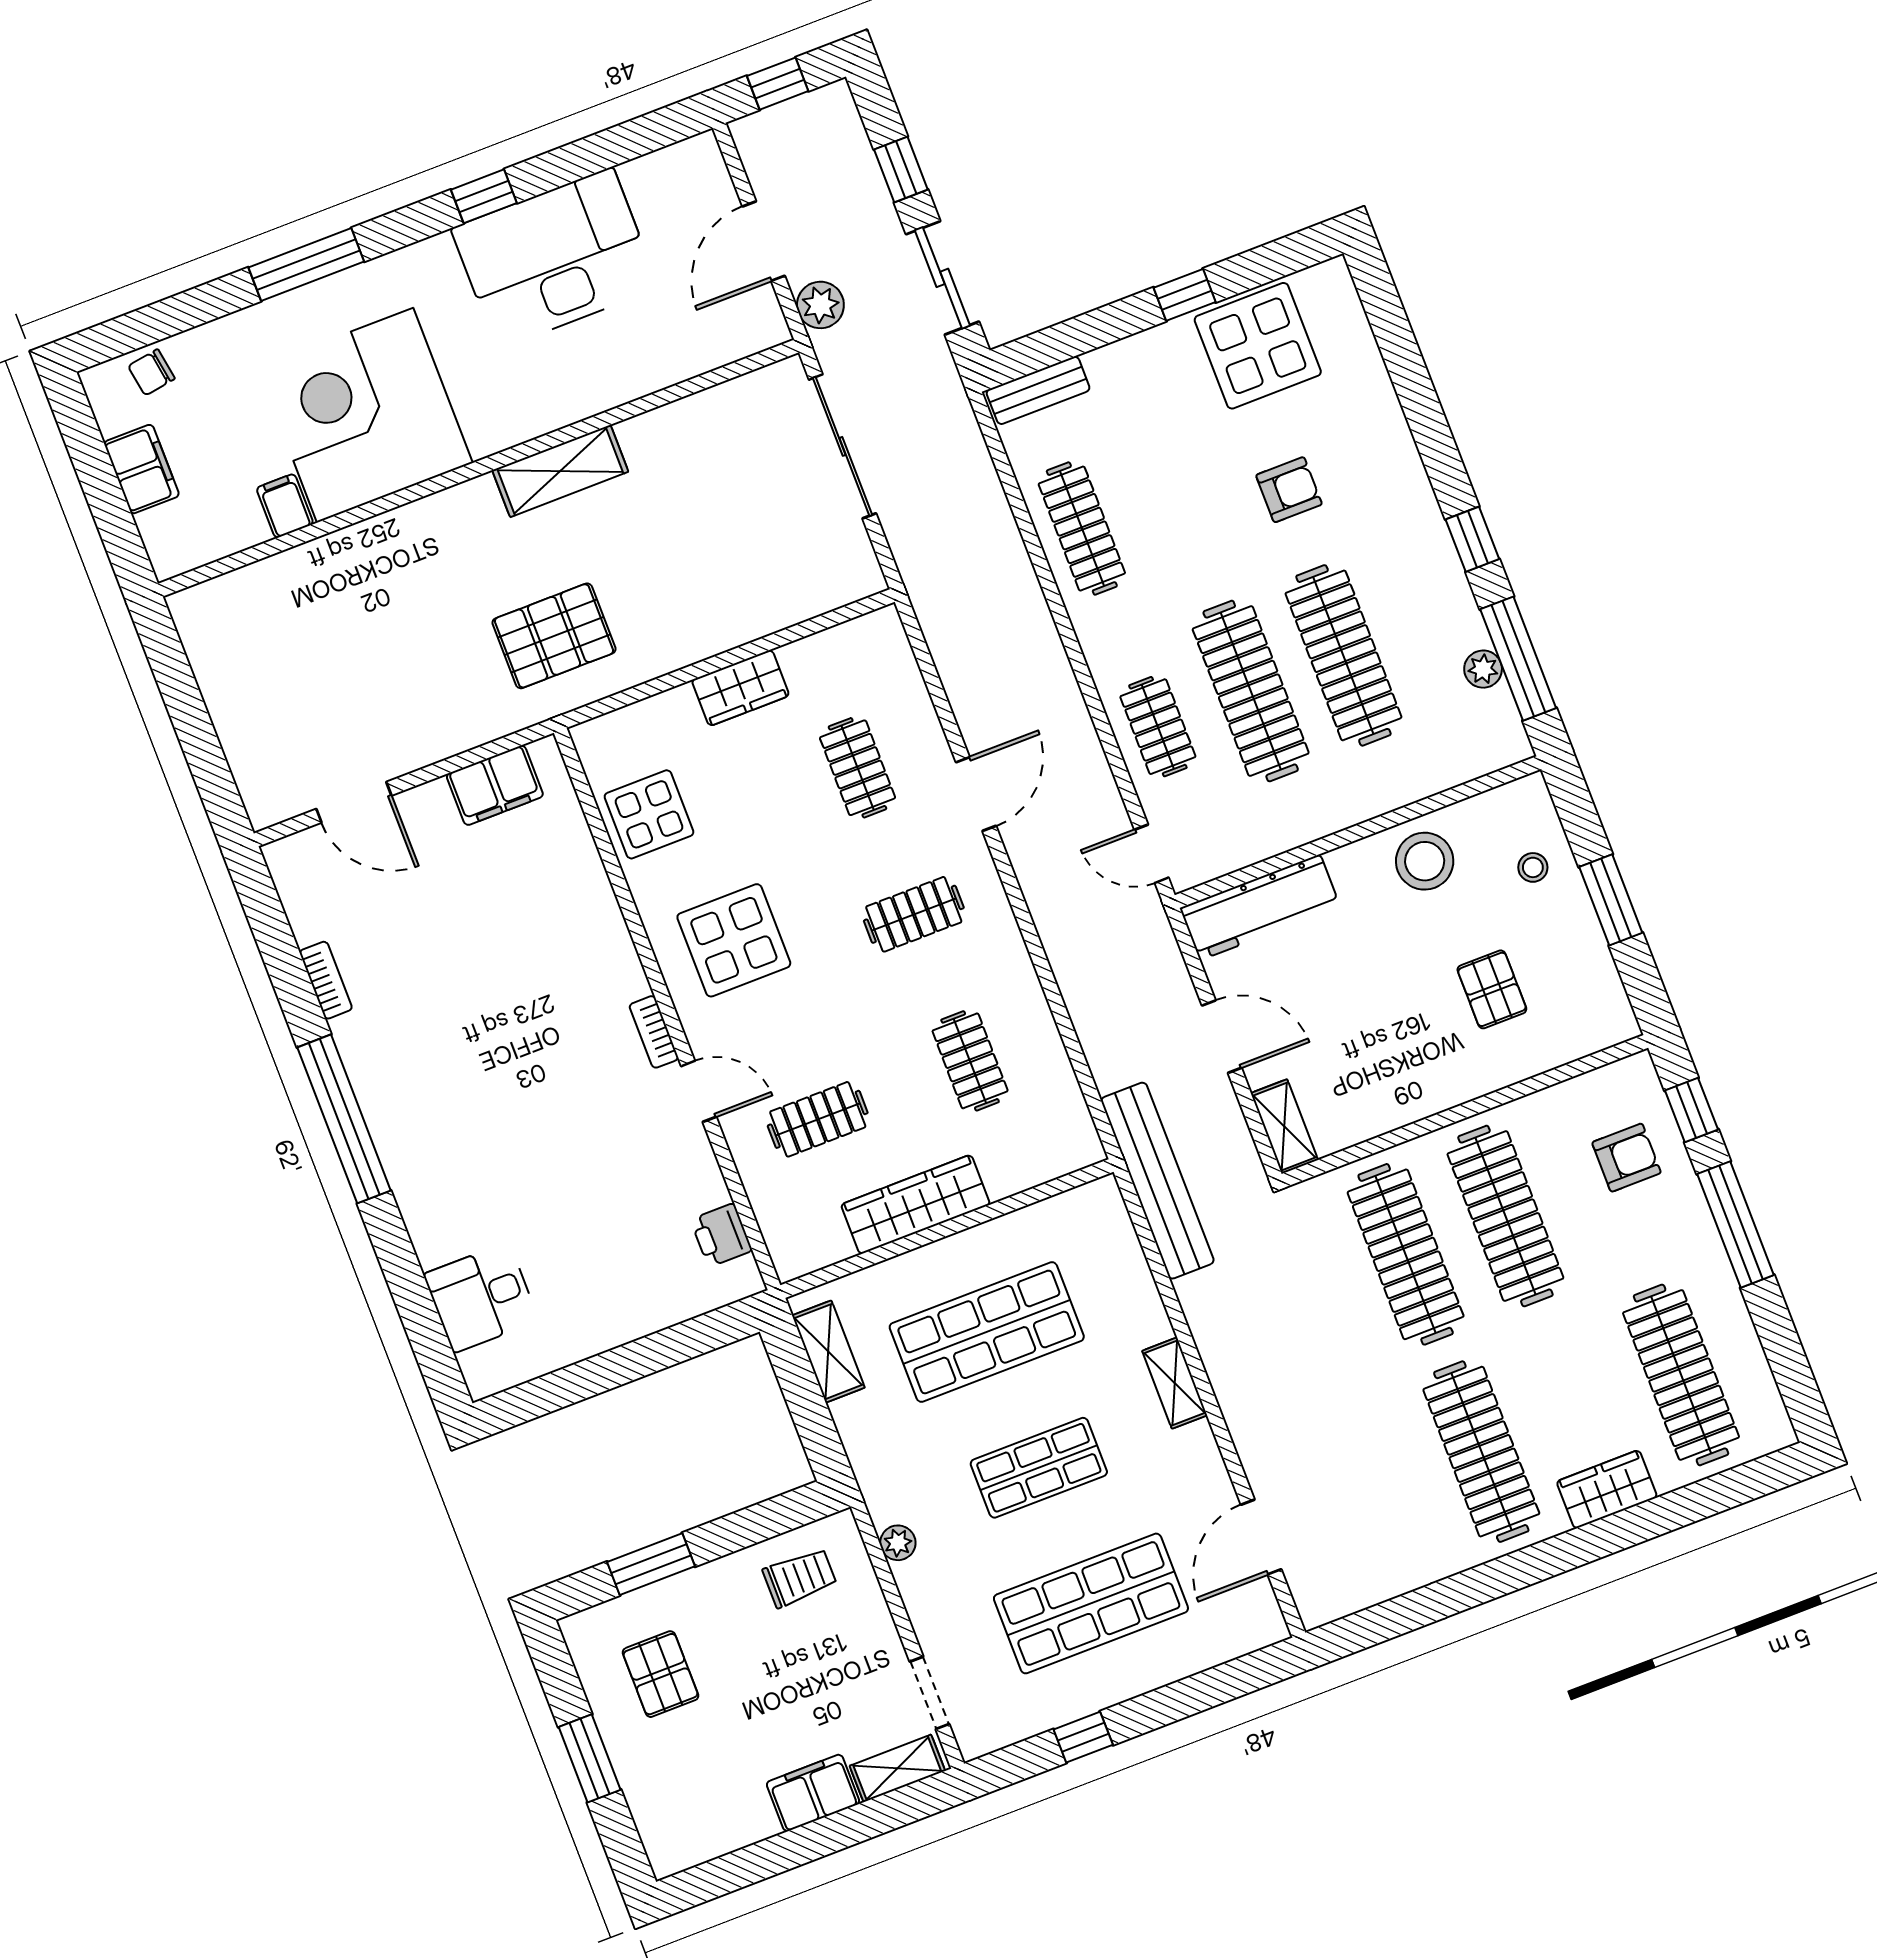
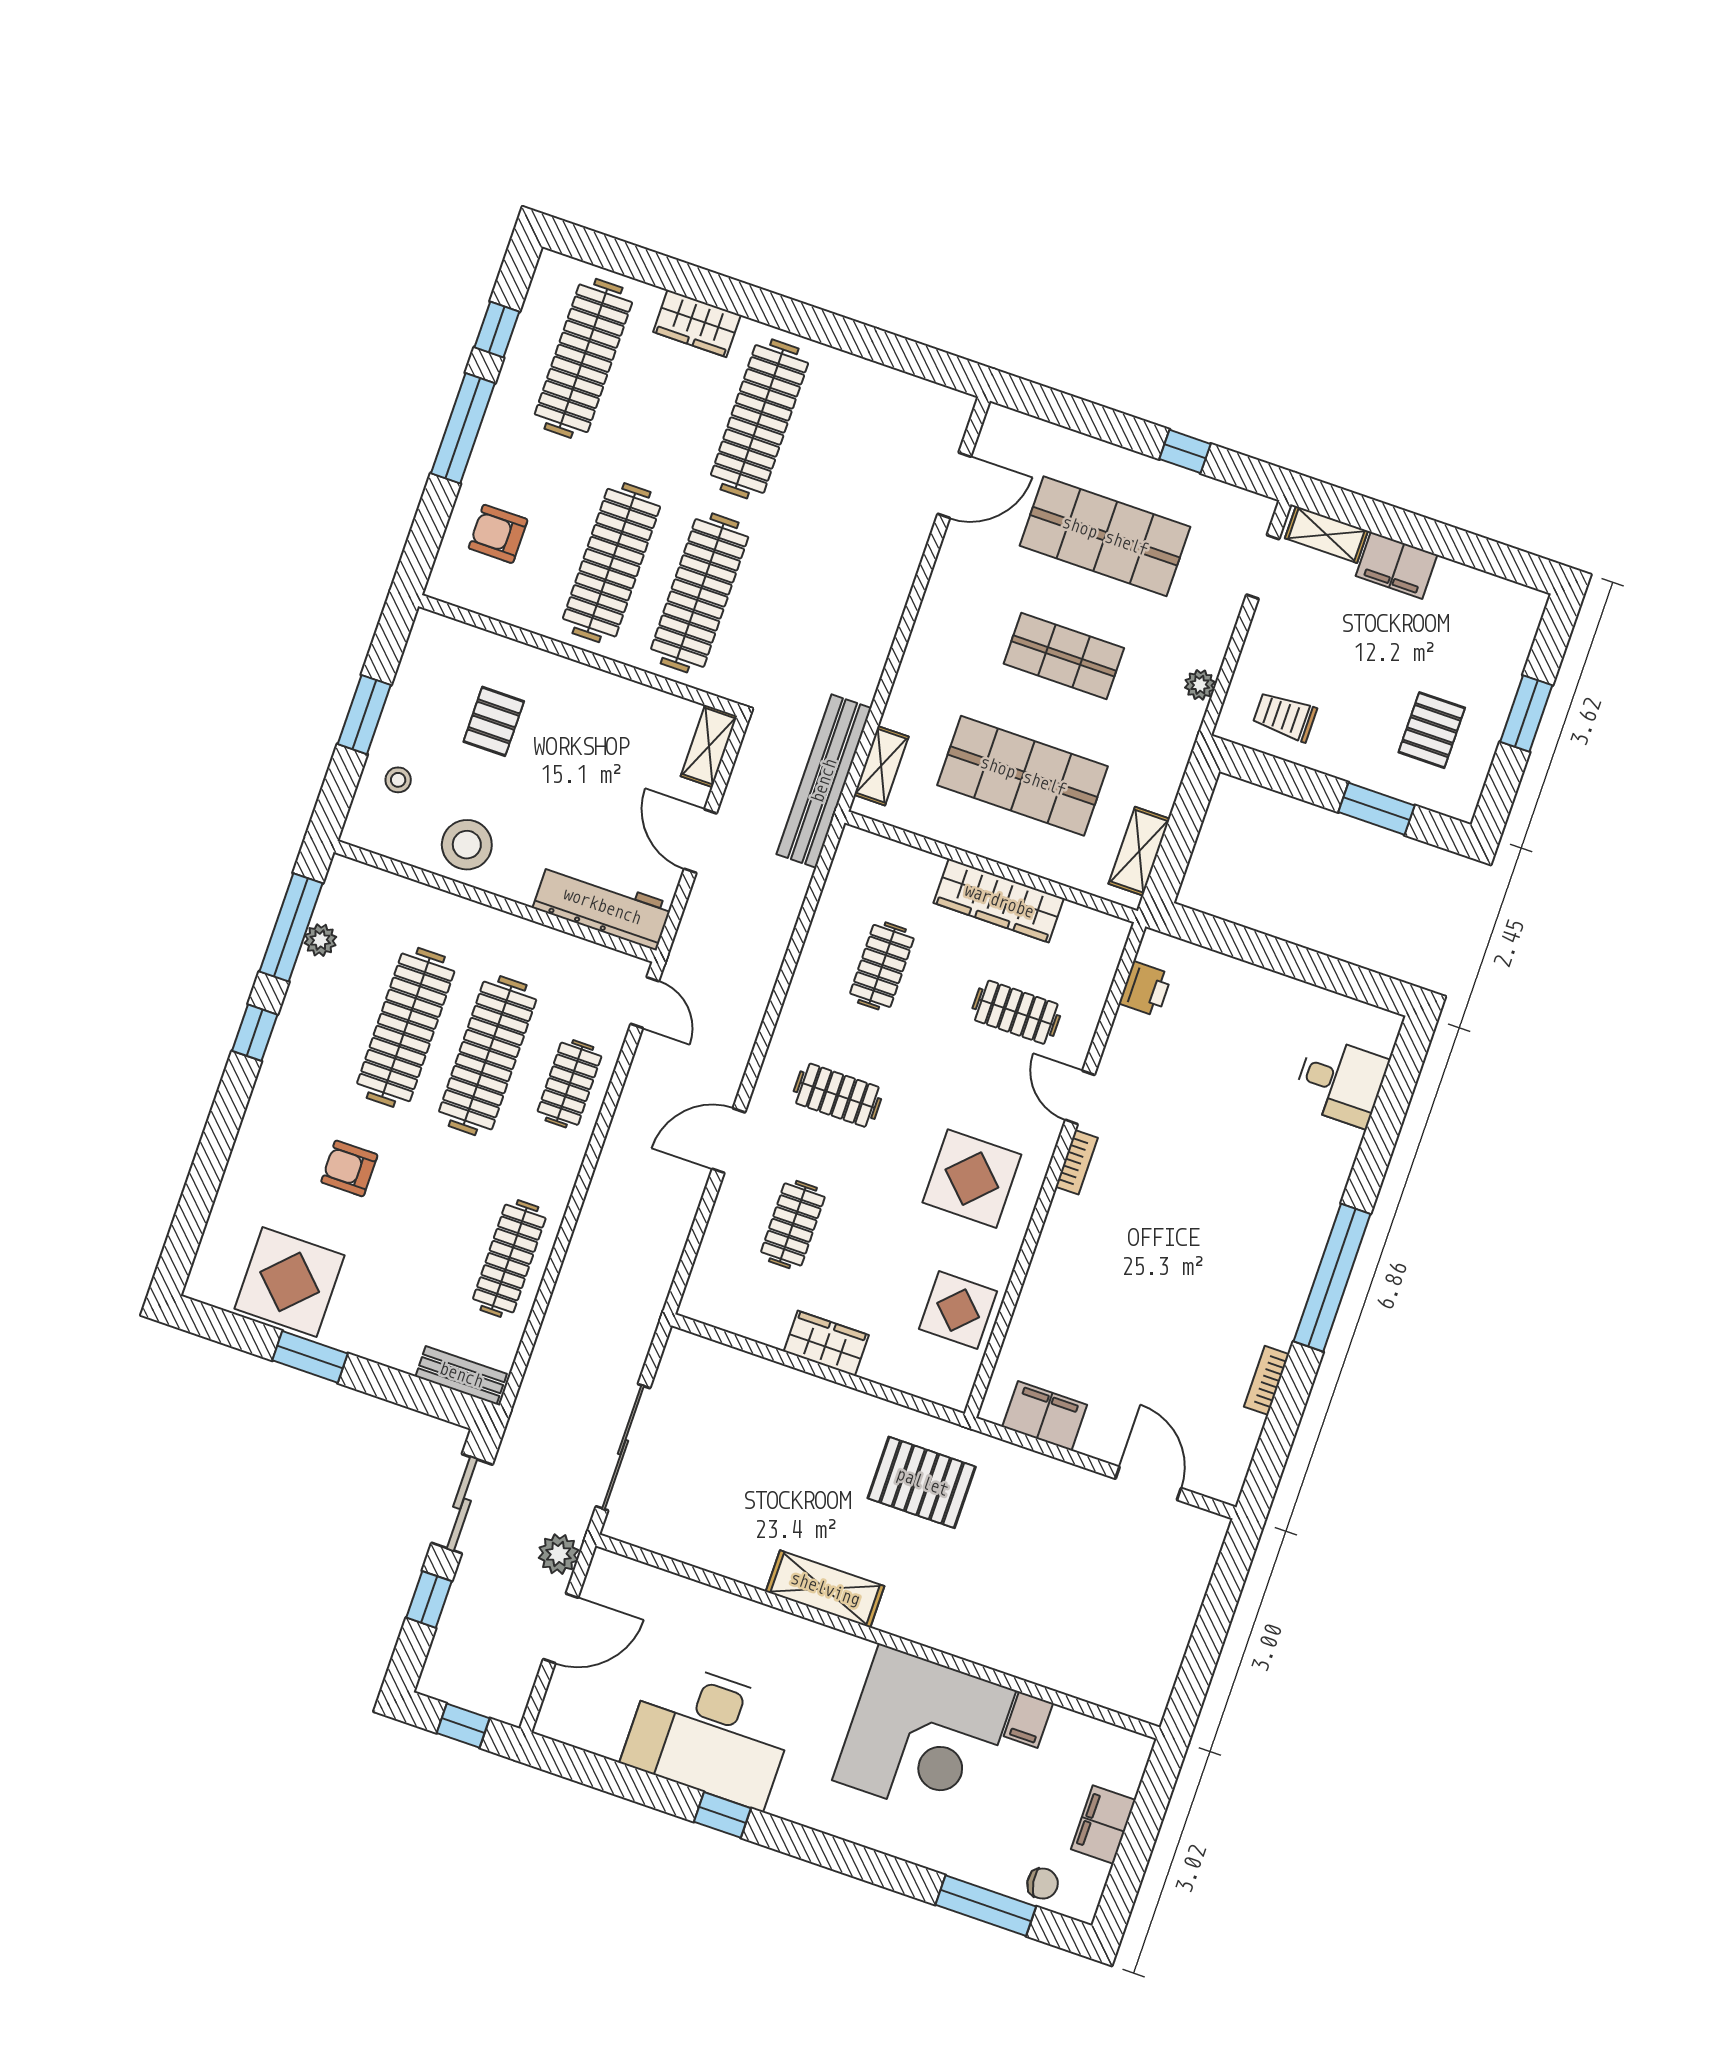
window: (306, 264) -> (986, 1906), moved
window: (1185, 295) -> (310, 1357), width x1.50
window: (1691, 1110) -> (497, 329), moved
shelving: (1175, 1383) -> (881, 766), moved

